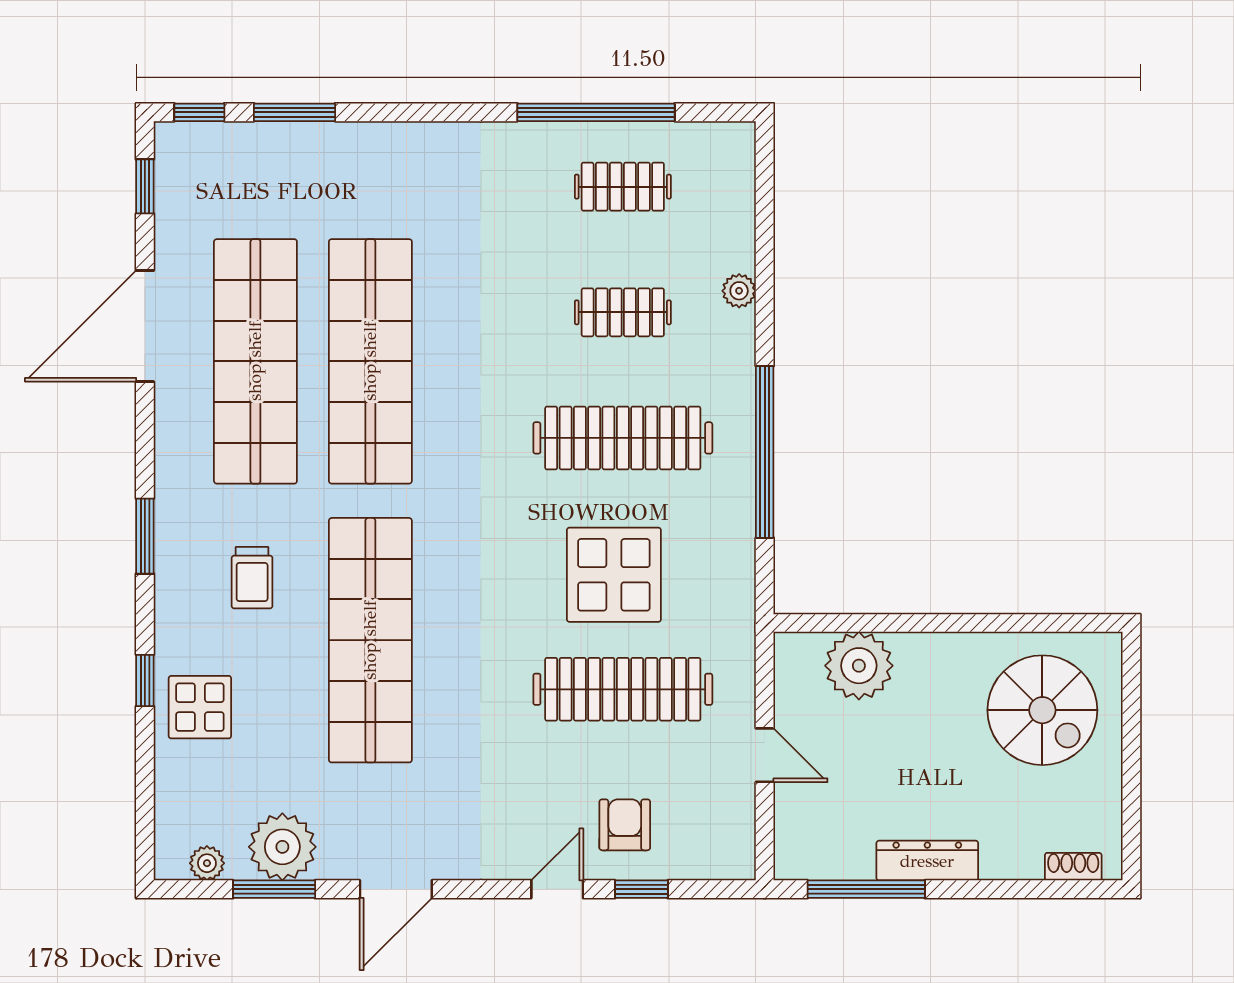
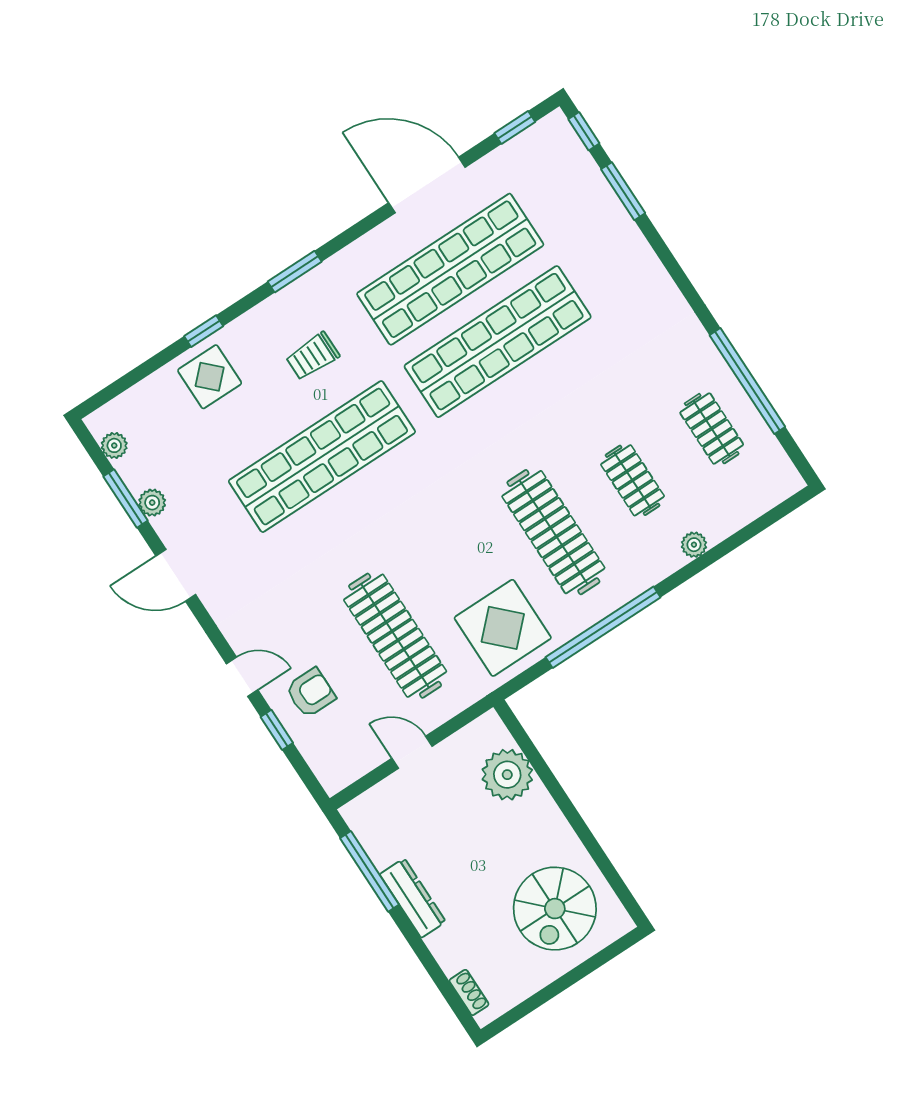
display table: (614, 575) -> (503, 628), moved
door: (765, 755) -> (412, 752), swing flipped
plant: (282, 847) -> (152, 503), width x0.53, depth x0.53

